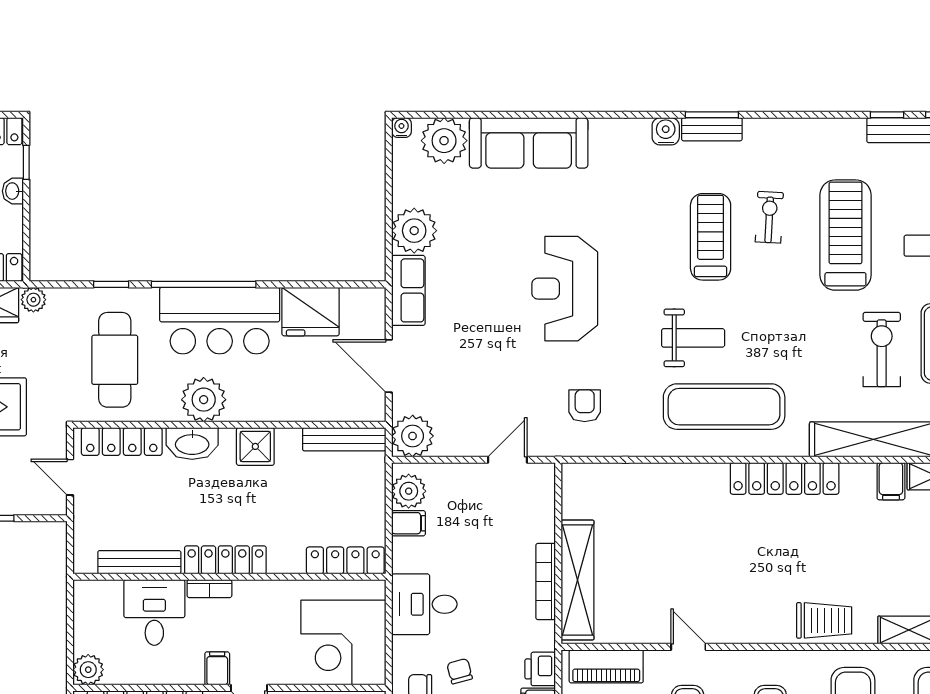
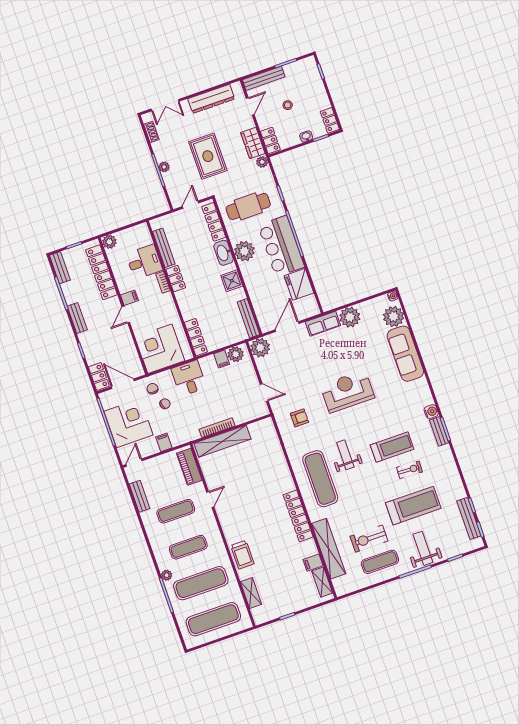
weight bench: (693, 338) -> (345, 455), turned 180
exercise bike: (882, 350) -> (369, 539), turned 180
locker: (225, 560) -> (176, 279), width x0.66
printer: (540, 669) -> (178, 438), removed

